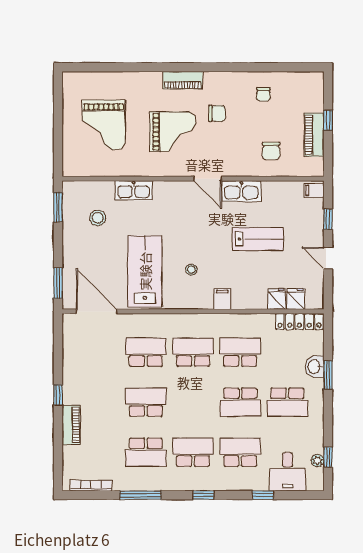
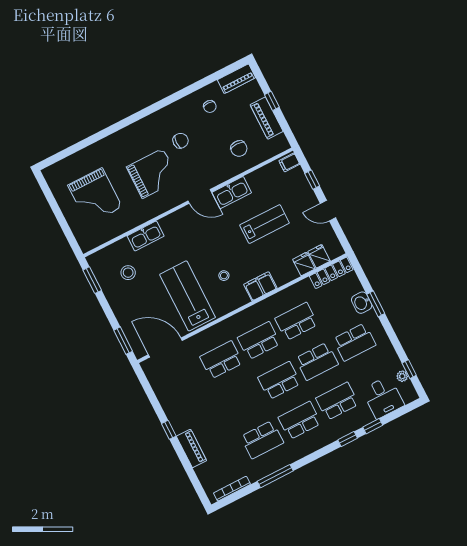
piano: (183, 80) -> (236, 79), moved
filing cabinet: (222, 299) -> (260, 286), width x2.00
school desk: (146, 402) -> (279, 381), moved
window: (203, 495) -> (348, 439), moved

